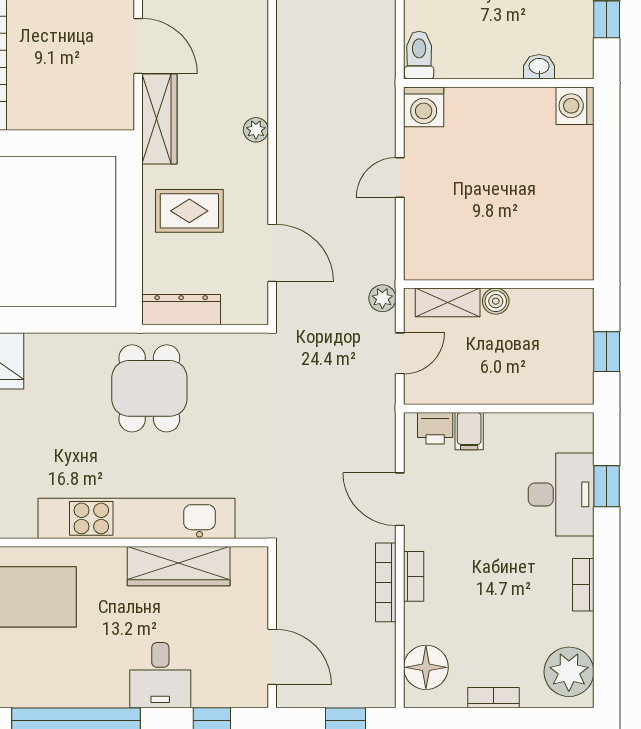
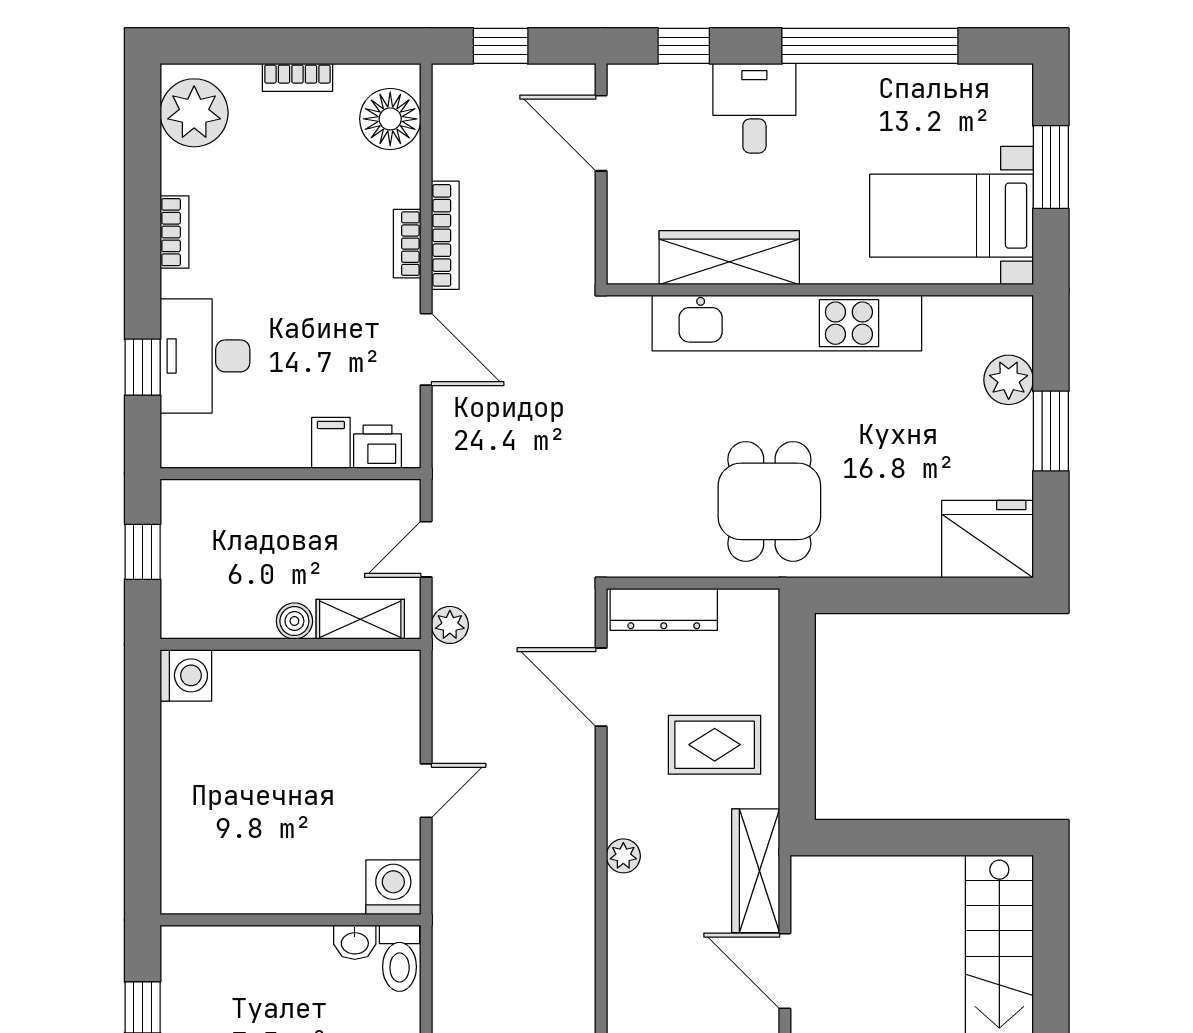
washbasin: (539, 67) -> (355, 942), moved
washing machine: (575, 106) -> (186, 675), moved
dresser: (181, 310) -> (664, 609), moved

